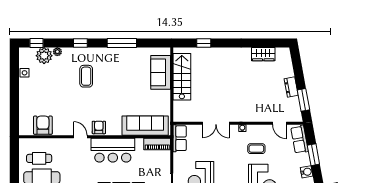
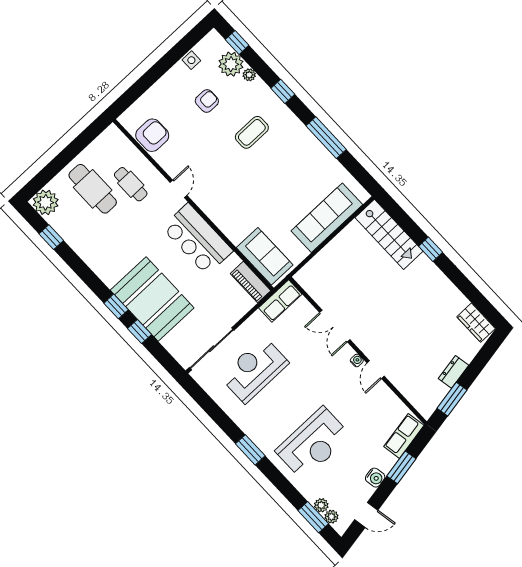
window: (204, 43) -> (431, 249), moved
wardrobe: (263, 54) -> (476, 323), moved
sofa: (161, 72) -> (327, 218), width x1.36
stairs: (182, 77) -> (389, 234), moved, turned 90
door: (279, 123) -> (376, 370), moved
sofa: (145, 126) -> (265, 256), width x0.73
armchair: (99, 127) -> (207, 101), moved
coffee table: (256, 149) -> (349, 397), removed
cafe table: (39, 158) -> (131, 184), moved

